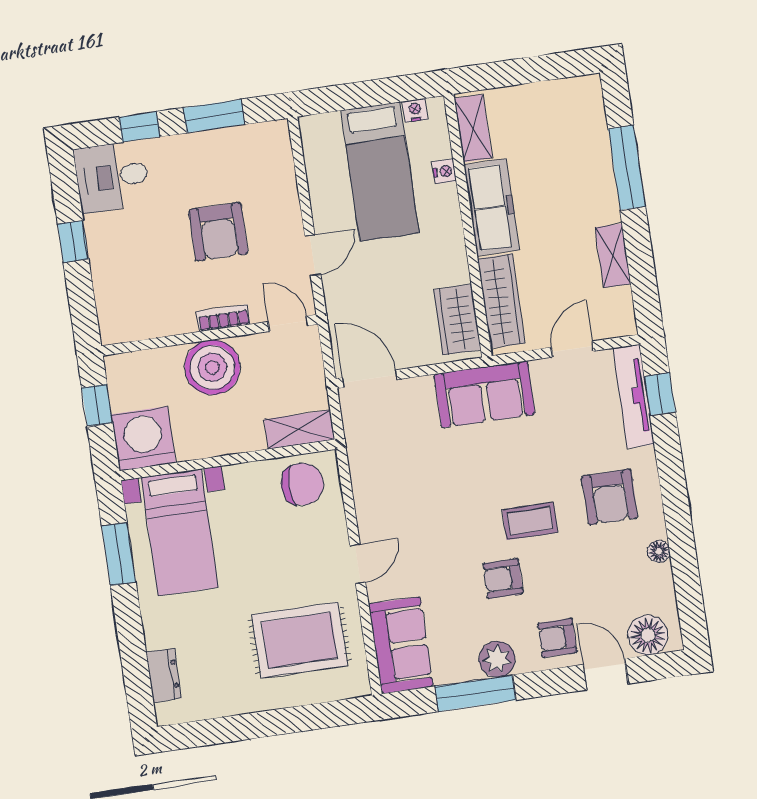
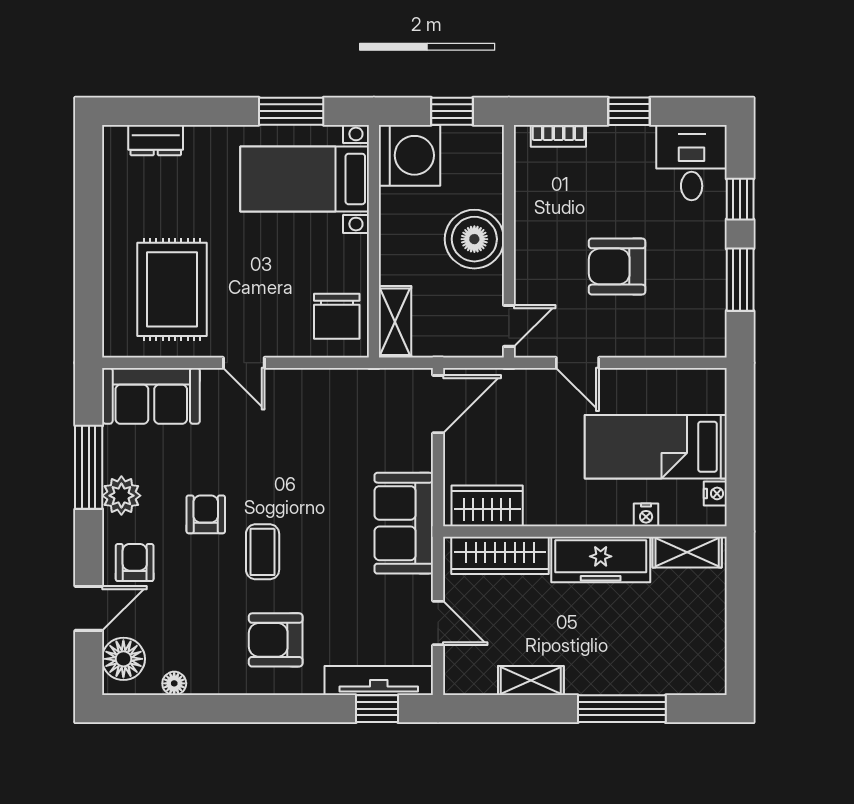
bookcase: (223, 318) -> (558, 136), moved, turned 90
floor lamp: (659, 552) -> (174, 683), moved

